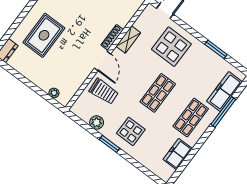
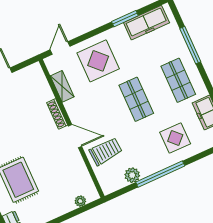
shelving: (128, 39) -> (62, 86), moved
freezer: (225, 91) -> (146, 23), moved, turned -90
display table: (131, 131) -> (175, 138), moved
window: (109, 144) -> (160, 174), width x2.11

